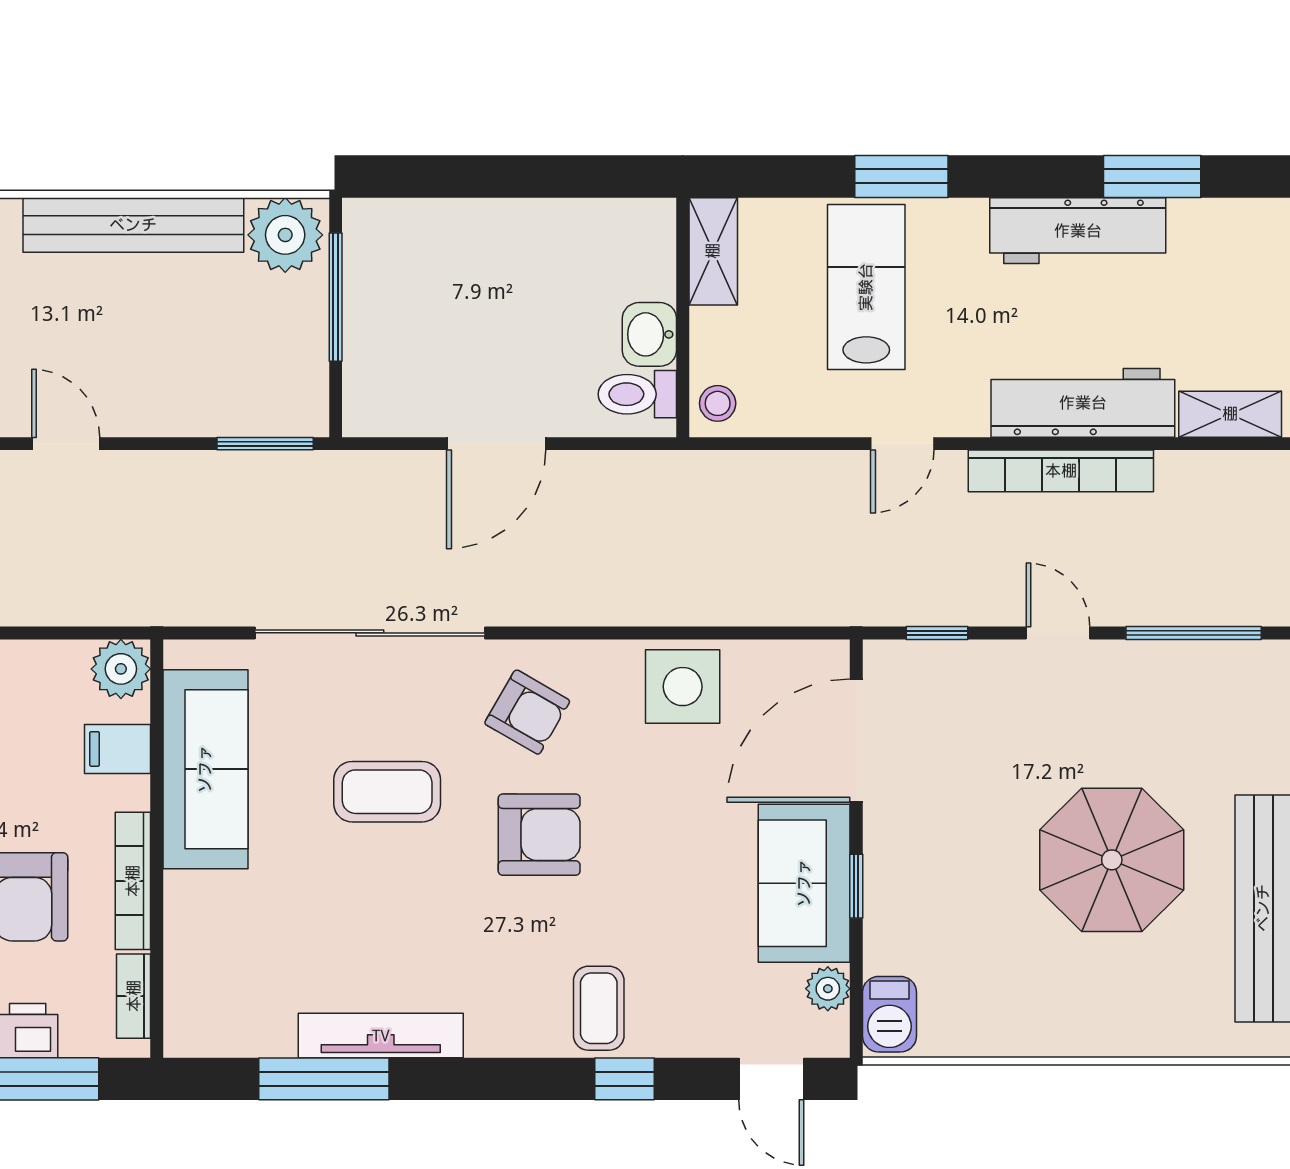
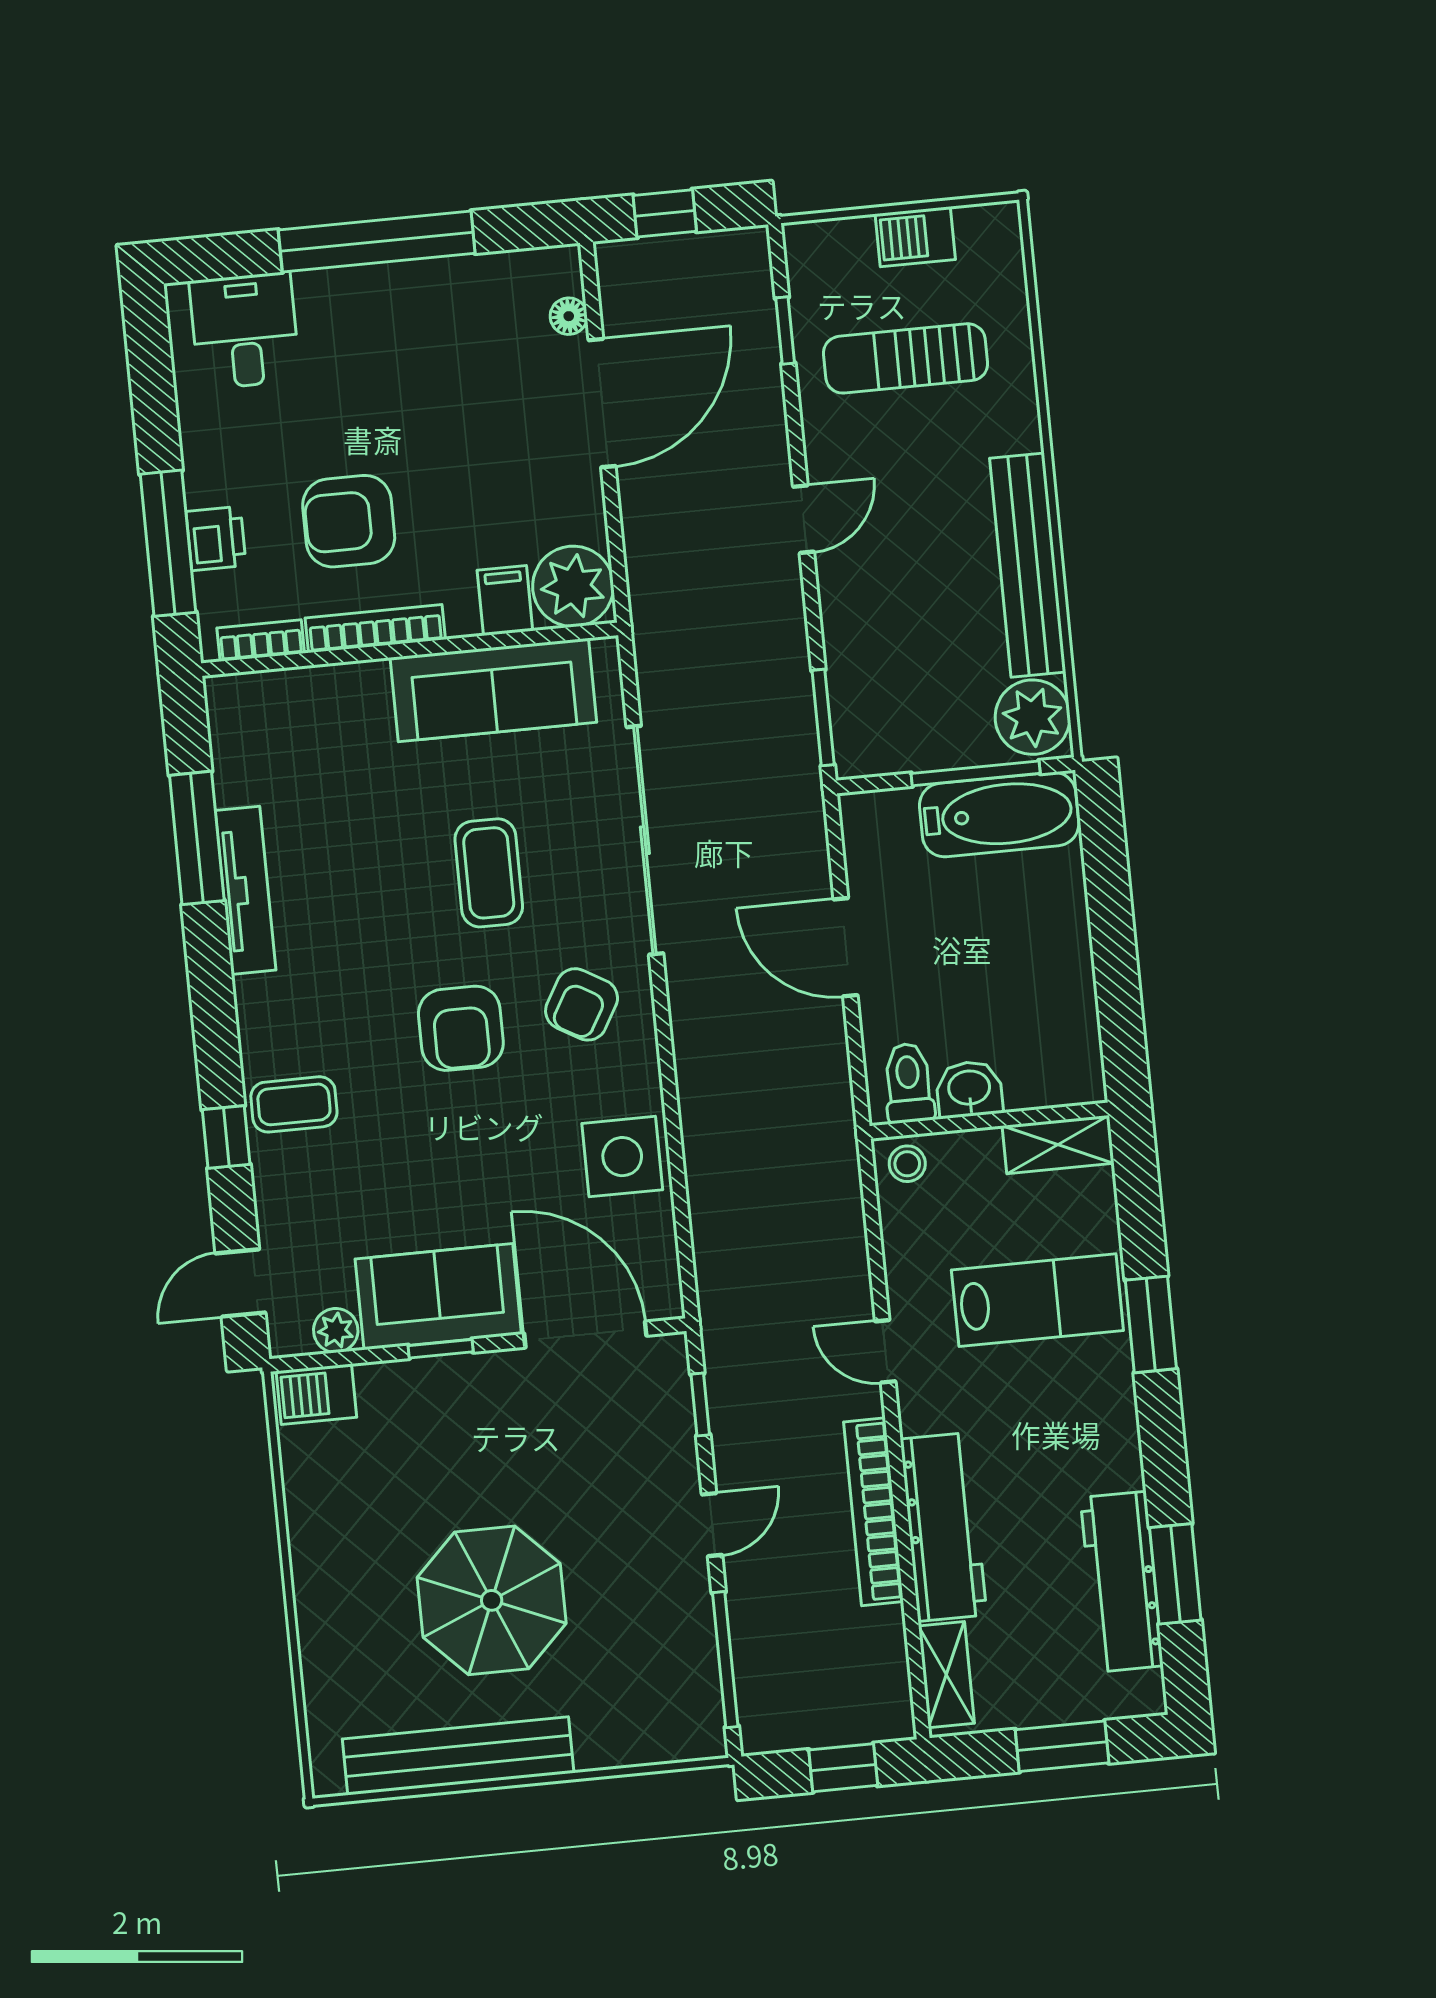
workbench: (1078, 231) -> (1122, 1582), moved
bathtub: (379, 278) -> (999, 815), added
plant: (121, 669) -> (573, 586), width x1.36, depth x1.36

